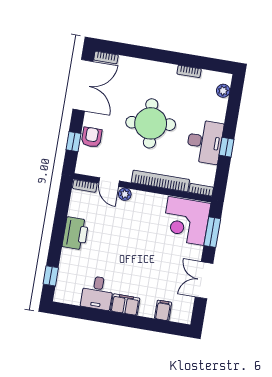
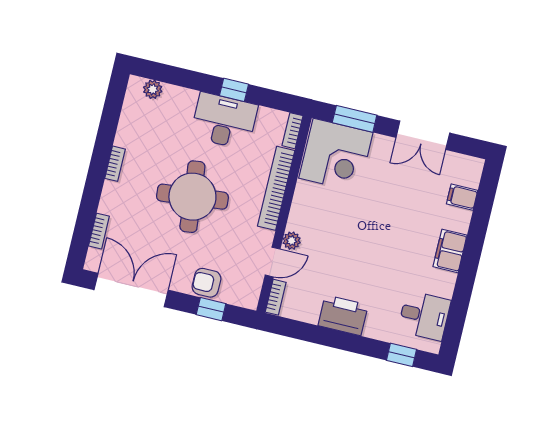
bookcase: (106, 57) -> (99, 231), moved
bookcase: (189, 71) -> (115, 164), moved
desk: (97, 293) -> (424, 316), moved

